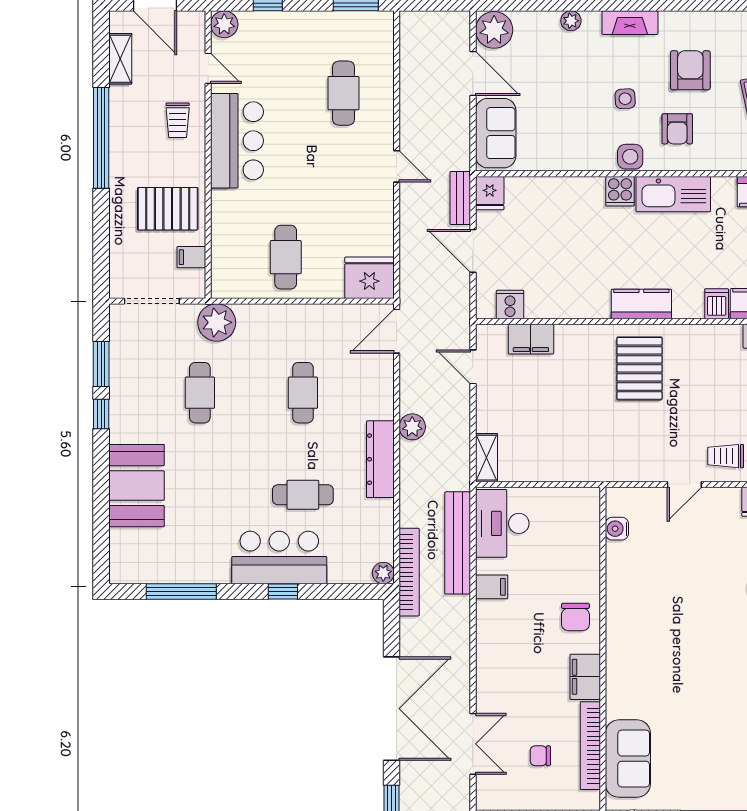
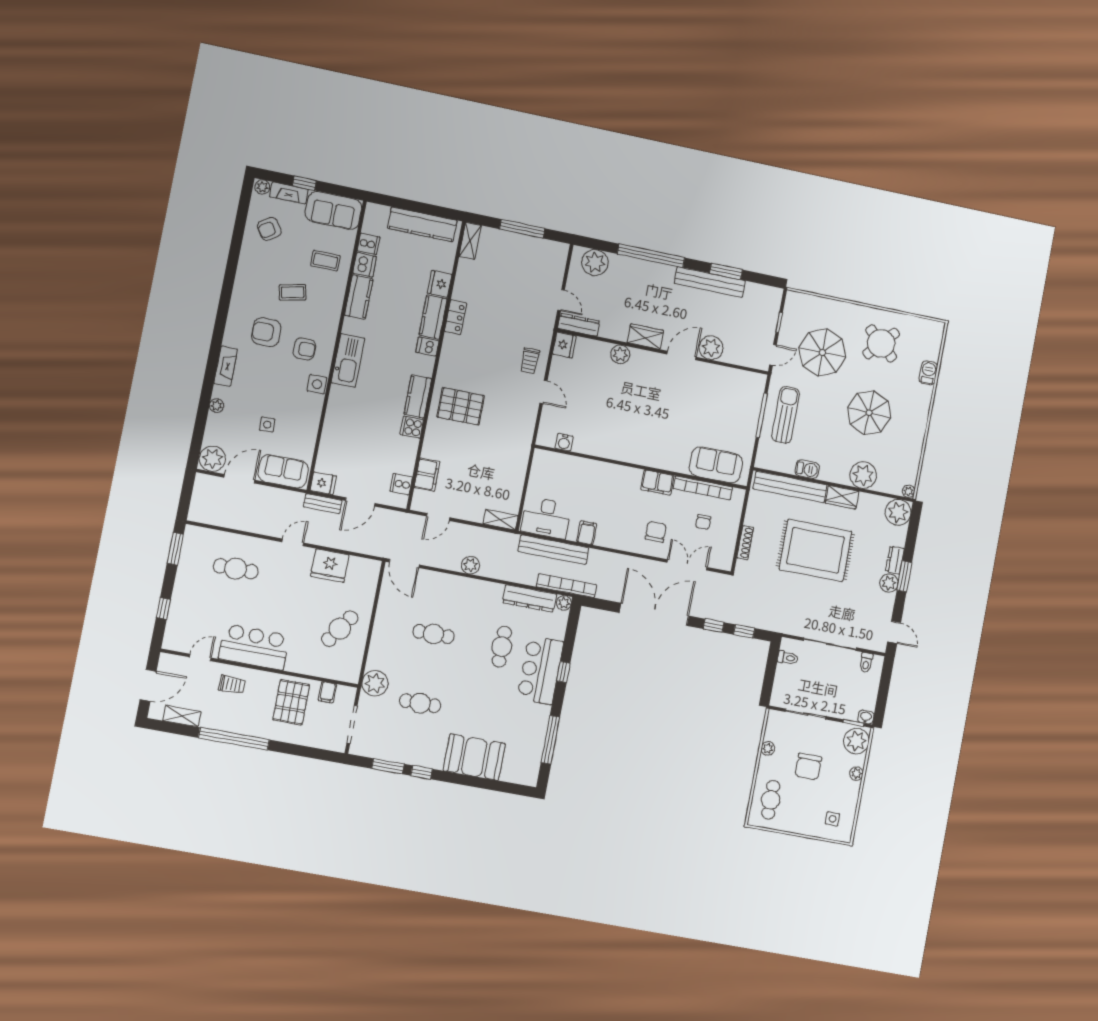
plant: (224, 24) -> (172, 641), removed
side table: (625, 99) -> (267, 425), moved
cooker: (620, 191) -> (412, 427), moved, turned 180
cafe table: (286, 257) -> (340, 629), turned -56
fridge: (369, 278) -> (330, 566), moved, turned -90
dresser: (380, 459) -> (529, 598), moved
chair: (575, 617) -> (656, 532), moved, turned -90

